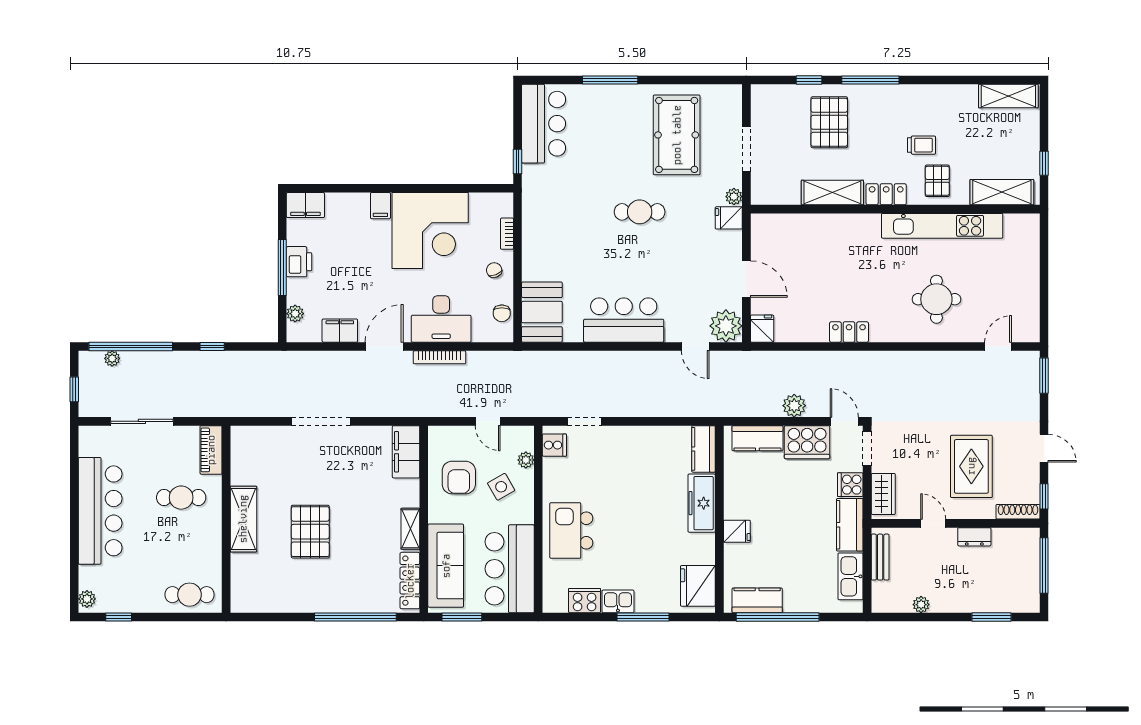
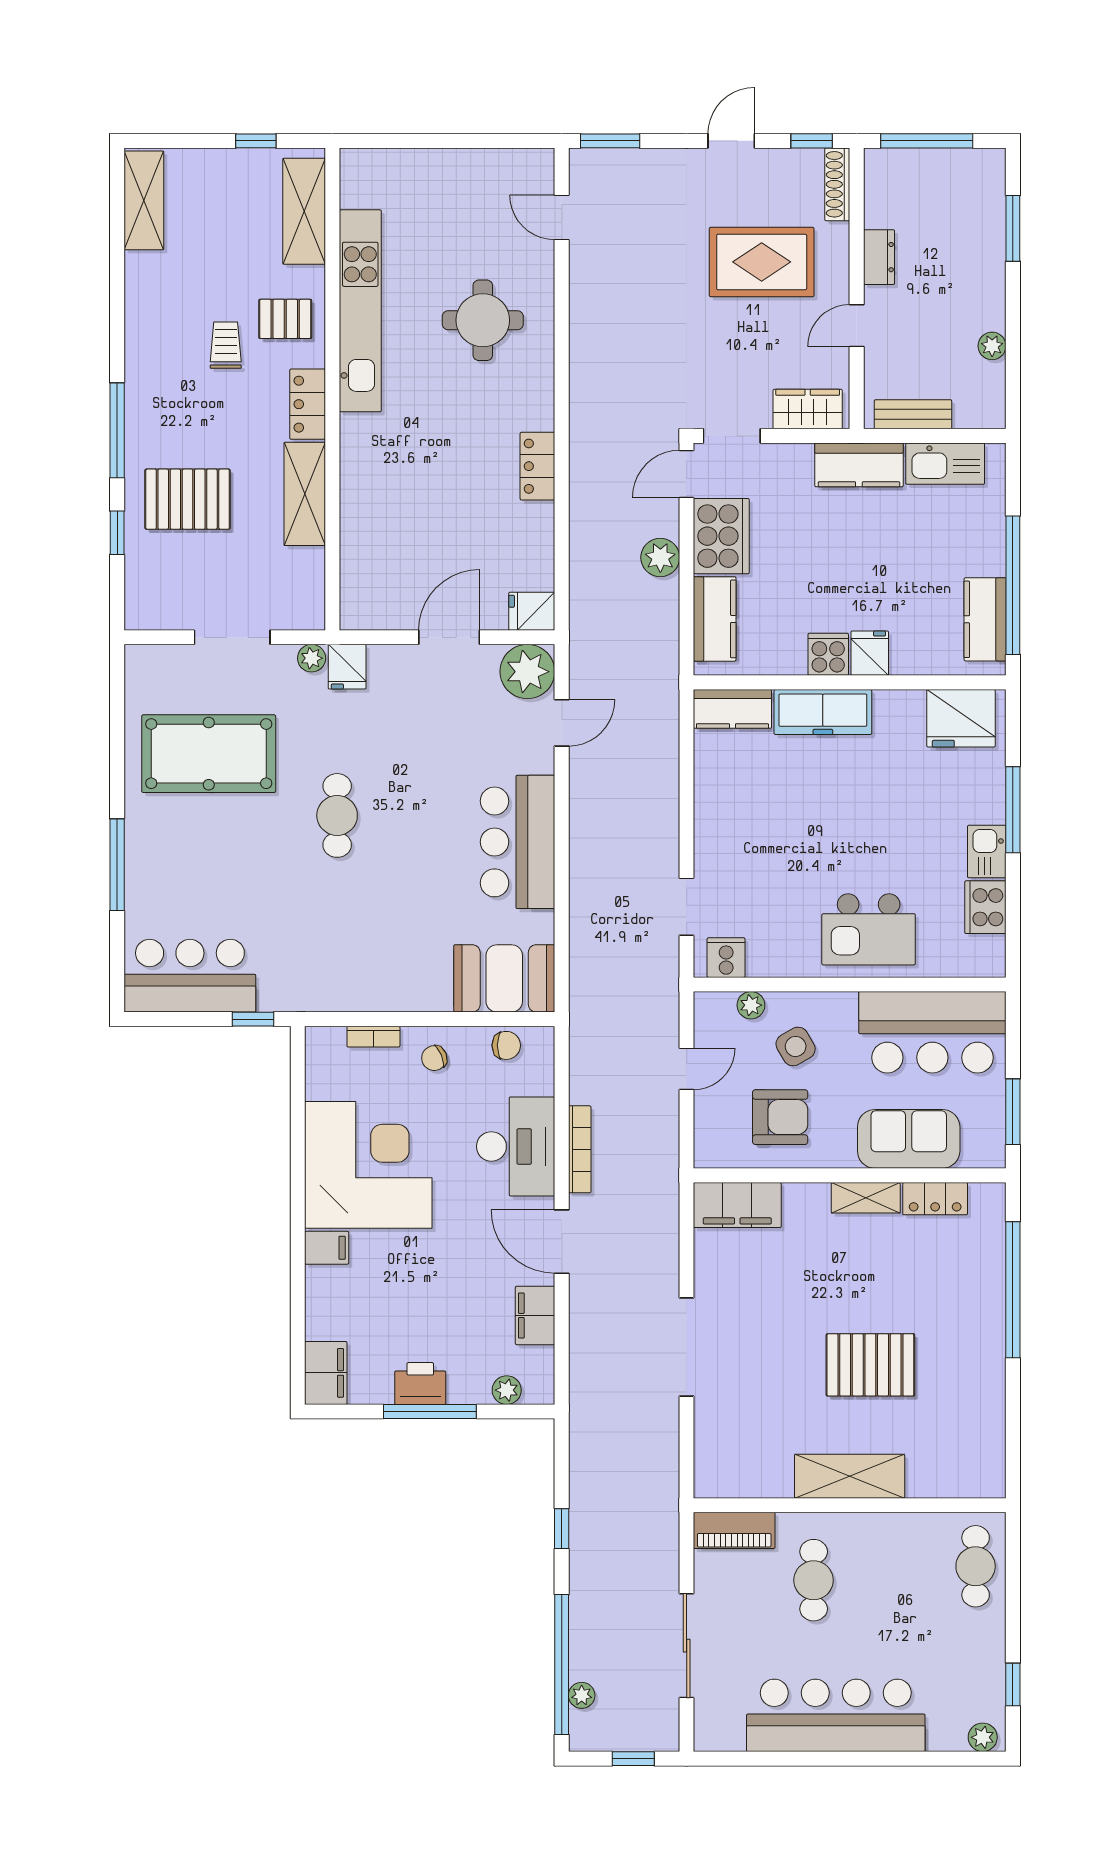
cooker: (850, 485) -> (828, 654), moved, turned 180
sofa: (446, 566) -> (909, 1139), width x0.73
locker: (410, 581) -> (935, 1199), width x0.66

